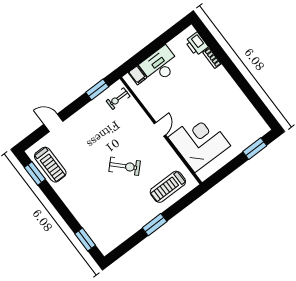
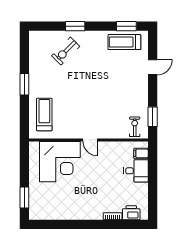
desk: (160, 65) -> (136, 171), width x0.73
exercise bike: (125, 166) -> (66, 51), moved
window: (85, 240) -> (75, 26), moved

